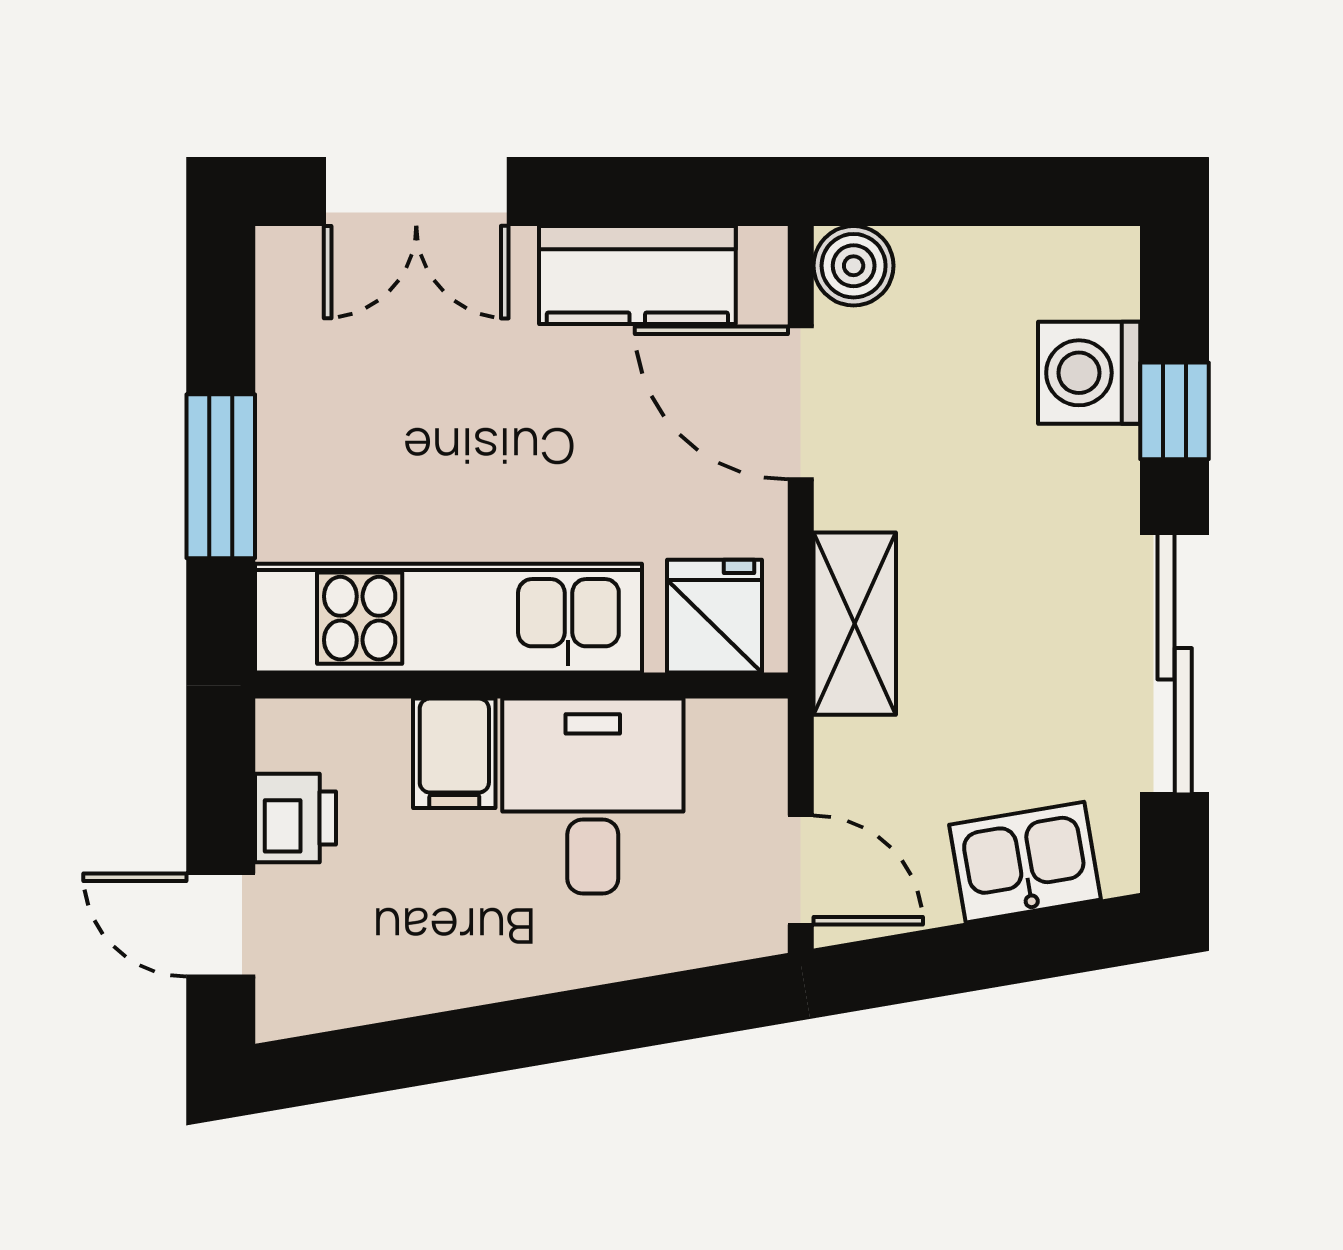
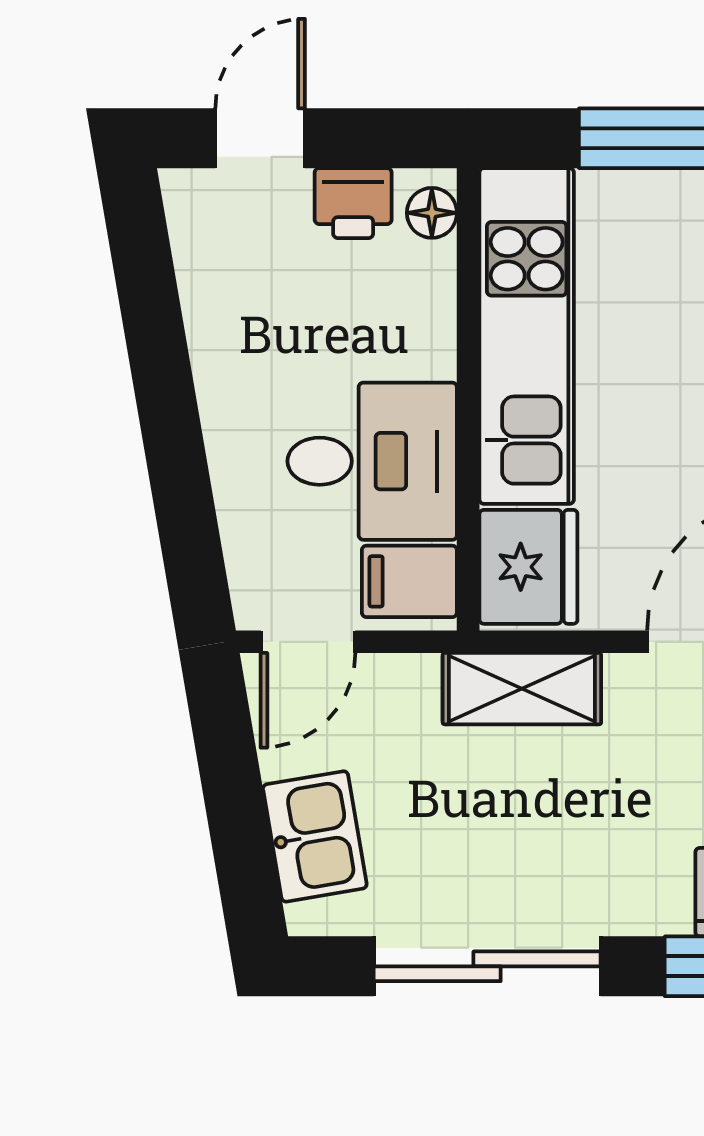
fridge: (714, 616) -> (528, 567), width x1.38
floor lamp: (307, 727) -> (432, 213), added
filing cabinet: (454, 753) -> (409, 581), moved

